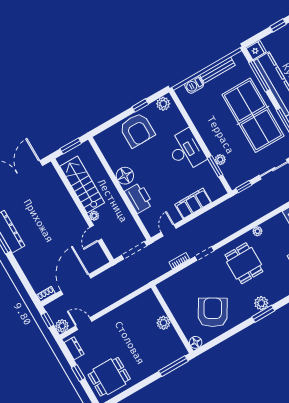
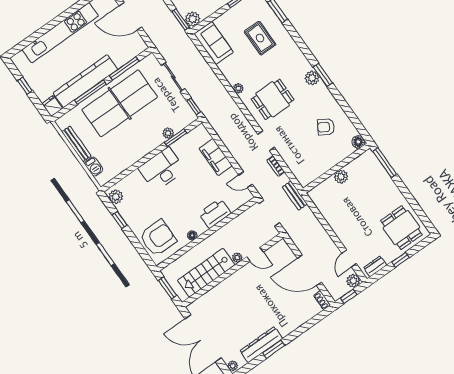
window: (259, 76) -> (90, 92), moved
armchair: (137, 130) -> (158, 238), moved
floor lamp: (125, 176) -> (192, 235), width x0.53, depth x0.53
bench: (149, 277) -> (295, 196), added
armchair: (213, 312) -> (326, 127), width x0.53, depth x0.53

